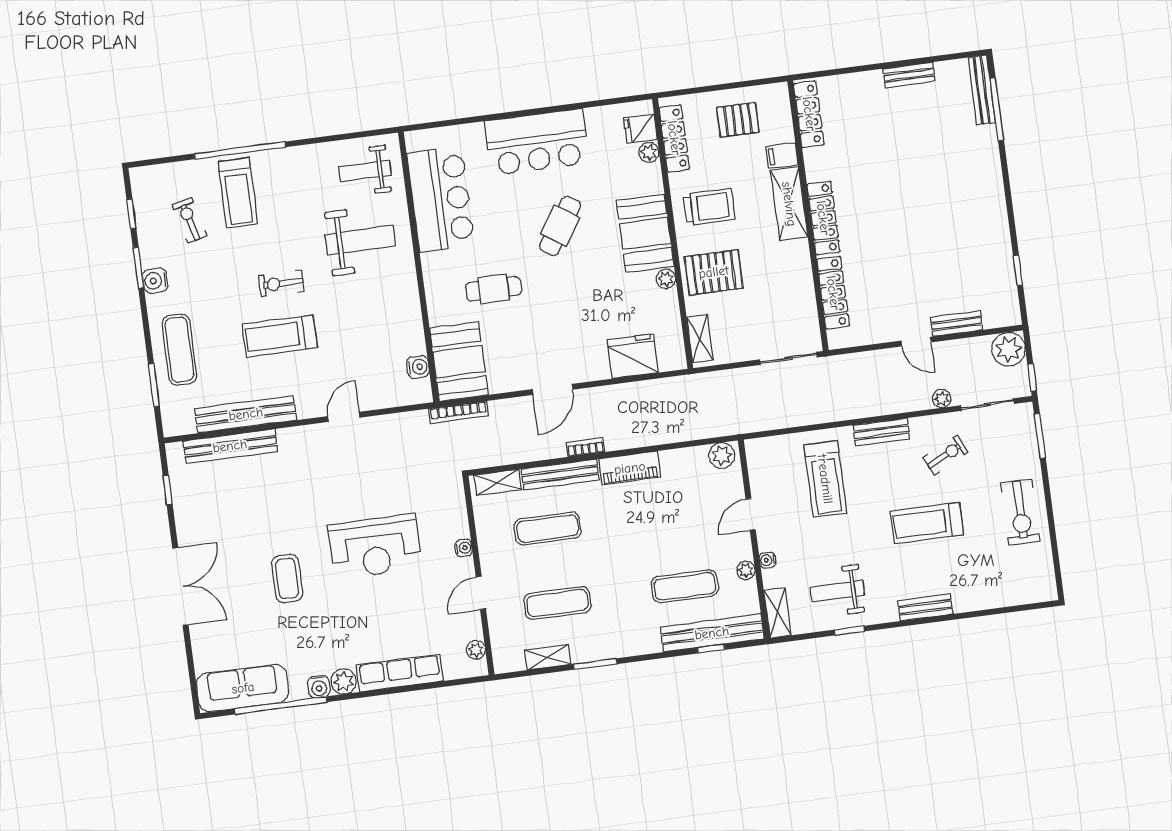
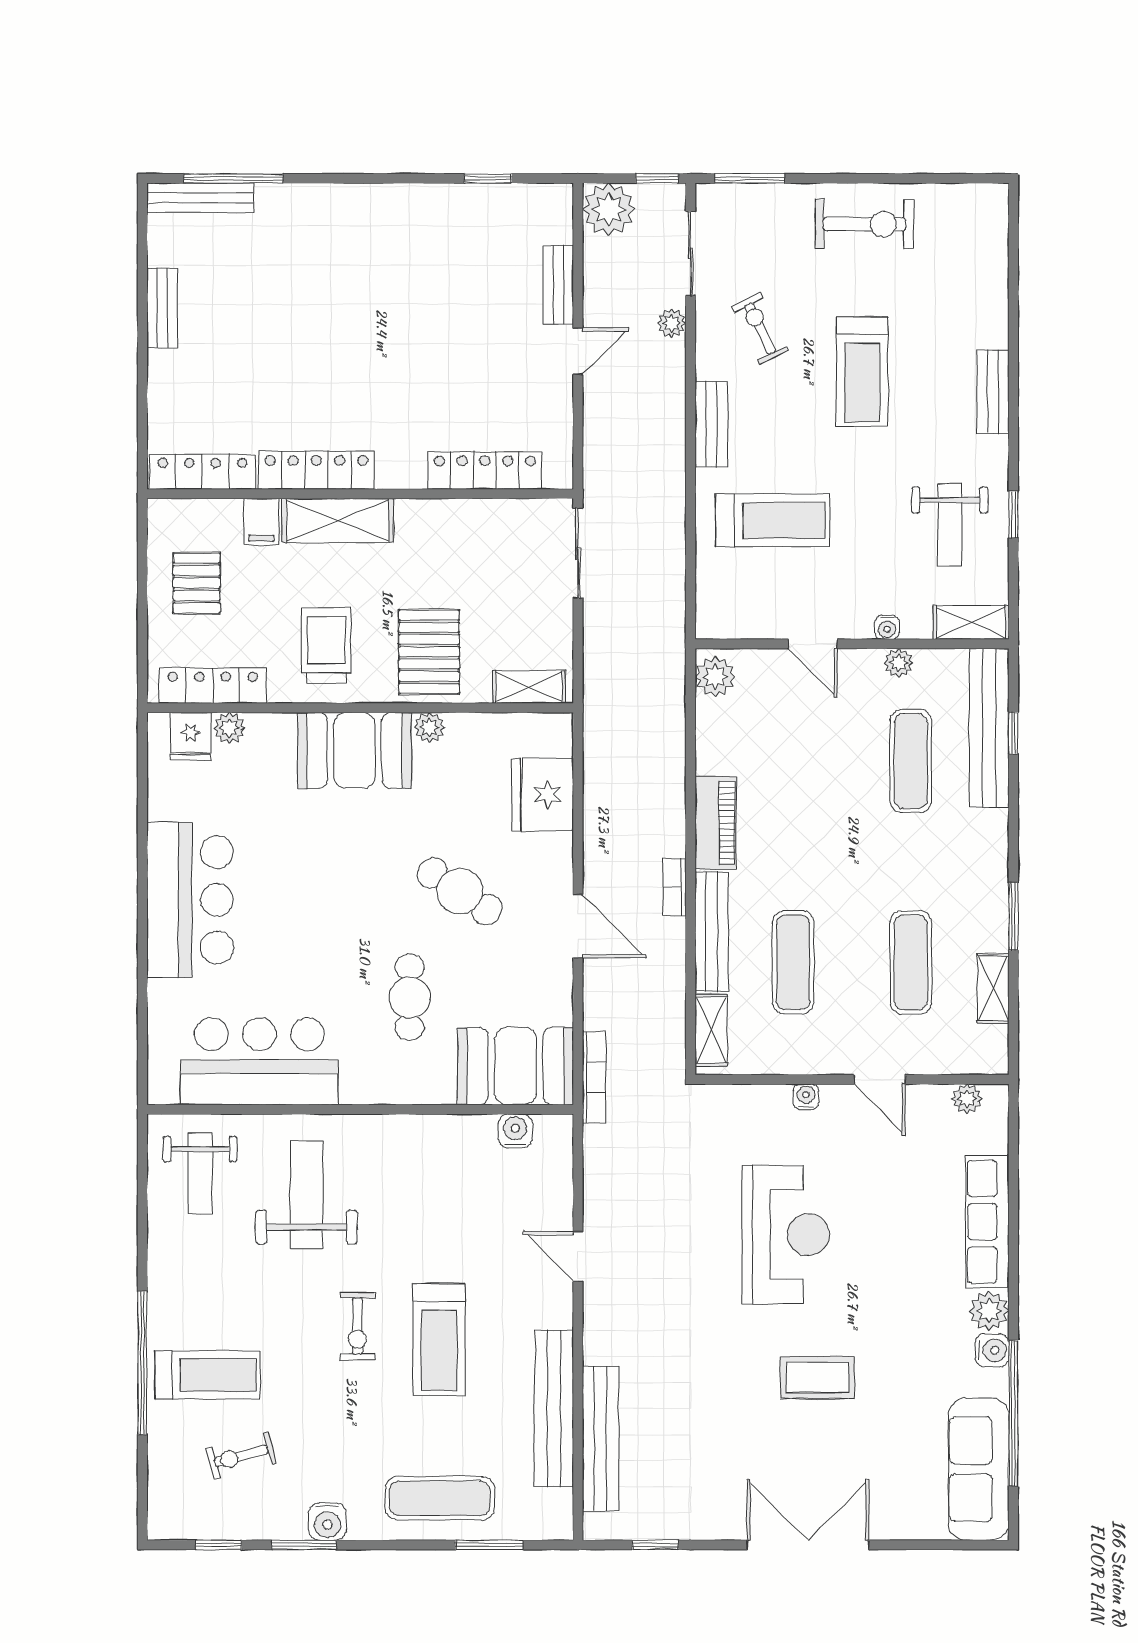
locker: (823, 218) -> (316, 470), moved
cafe table: (560, 226) -> (460, 891), moved

